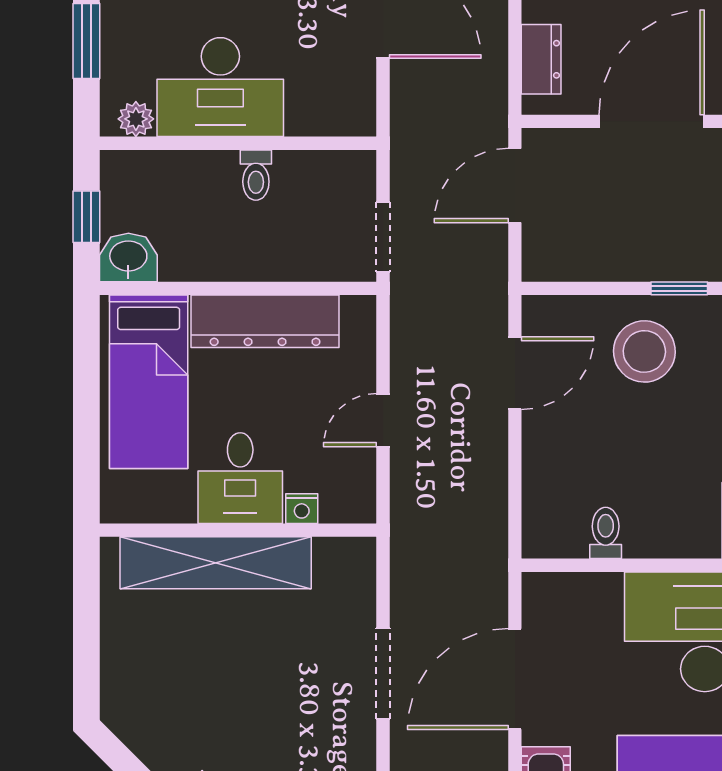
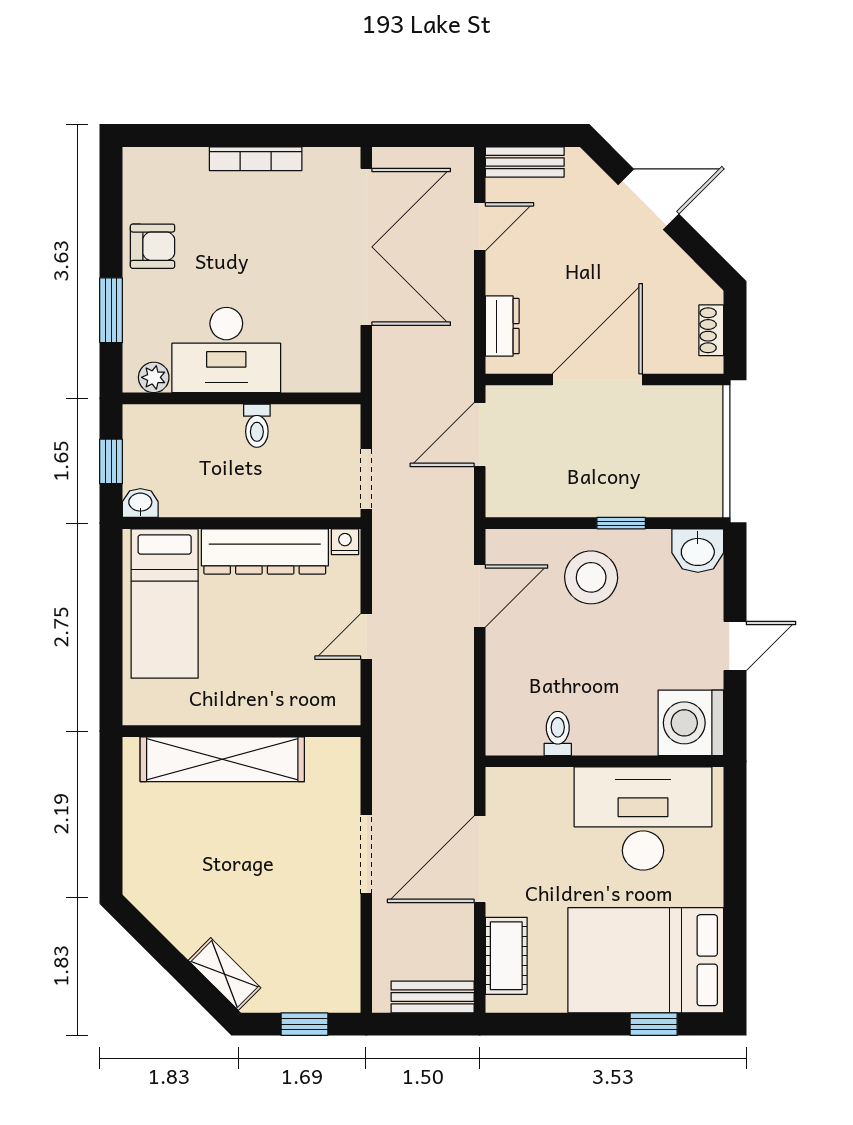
washbasin: (128, 257) -> (140, 503), width x0.72, depth x0.69
desk: (240, 478) -> (243, 686), removed
nightstand: (302, 509) -> (345, 542), moved, turned 180

